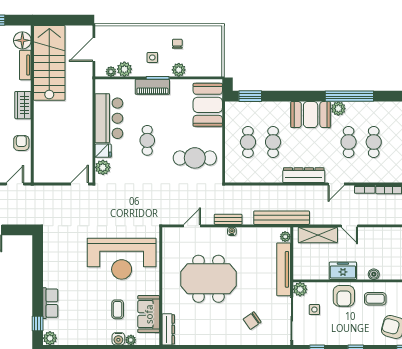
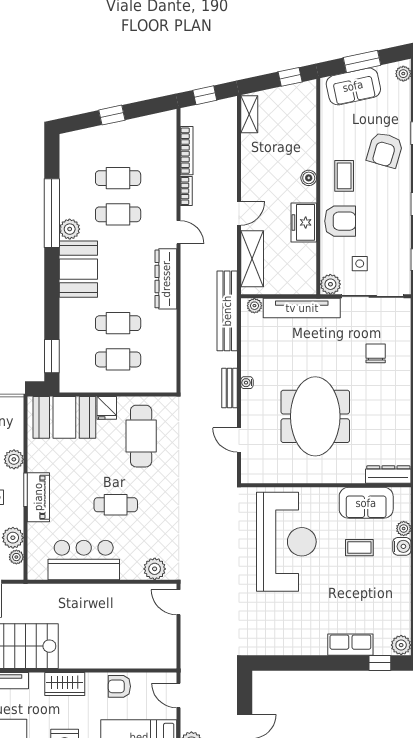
fridge: (103, 151) -> (107, 408), moved, turned 180
chair: (252, 321) -> (376, 353), turned -145

